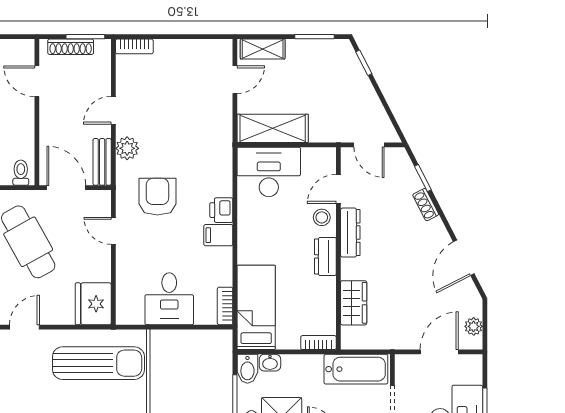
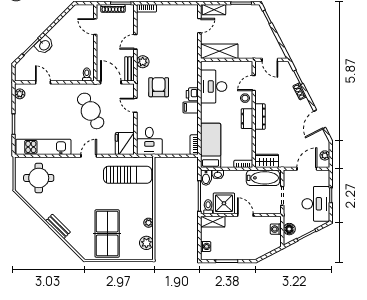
desk: (269, 172) -> (214, 87), moved, turned -90
dresser: (350, 233) -> (260, 117), moved
desk: (169, 299) -> (149, 141), moved
wardrobe: (354, 303) -> (267, 161), moved, turned -90

